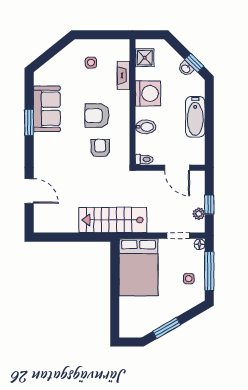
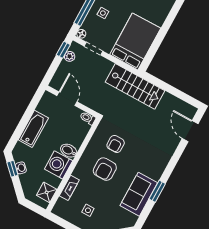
armchair: (97, 116) -> (105, 169), turned 90
bidet: (146, 127) -> (69, 151), moved
door: (29, 191) -> (190, 131), moved
window: (209, 205) -> (63, 50), moved

